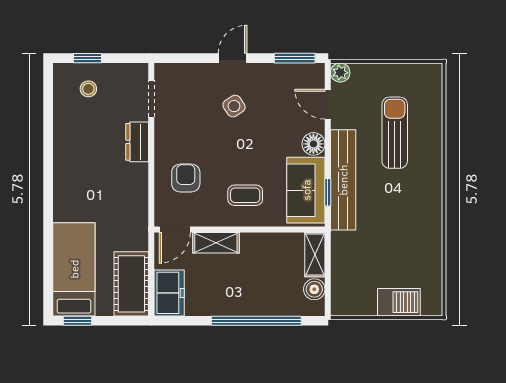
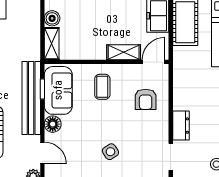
coffee table: (245, 195) -> (102, 87), turned 90

